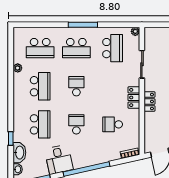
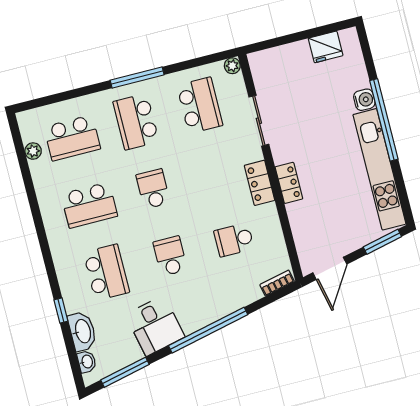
school desk: (76, 48) -> (136, 122), turned 90
plant: (18, 68) -> (33, 151), moved
school desk: (40, 86) -> (89, 205), turned 90

